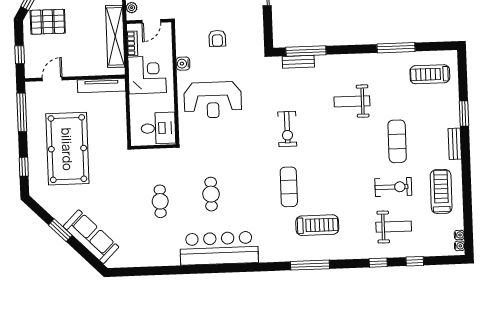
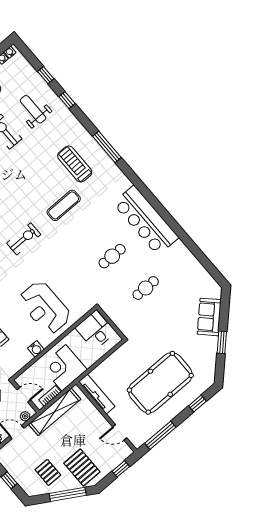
reception desk: (213, 100) -> (45, 308), turned 180
sofa: (91, 237) -> (209, 317), width x0.73

